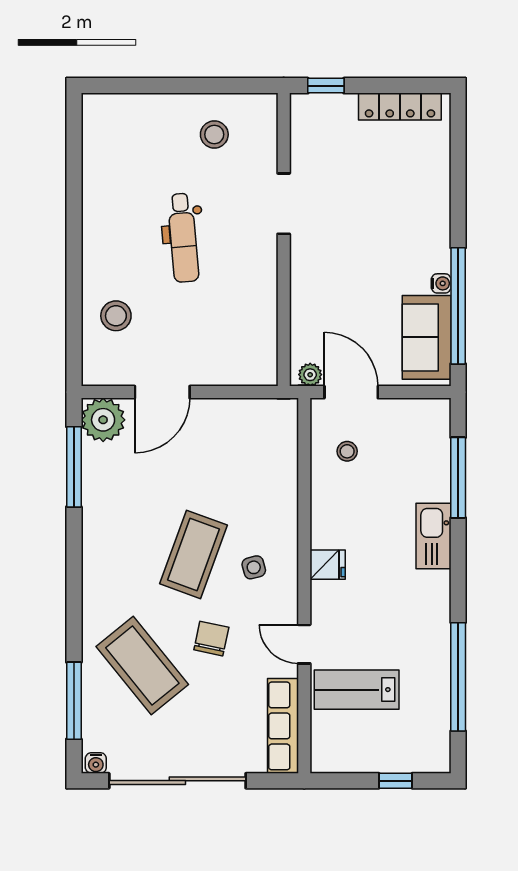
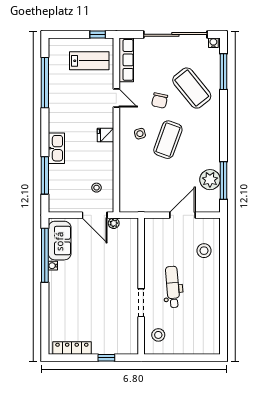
doorway: (284, 204) -> (141, 303), moved
wall: (284, 240) -> (141, 286), moved
plant: (103, 420) -> (210, 180), moved
lab bench: (357, 690) -> (89, 61), moved
window: (396, 781) -> (98, 34), moved

